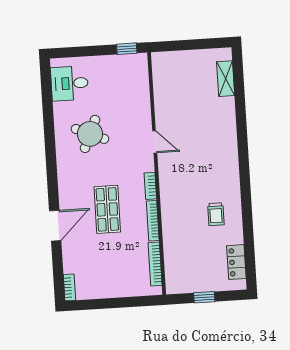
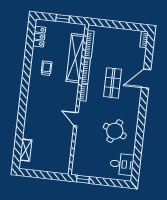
shelving: (173, 238) -> (75, 58), added

